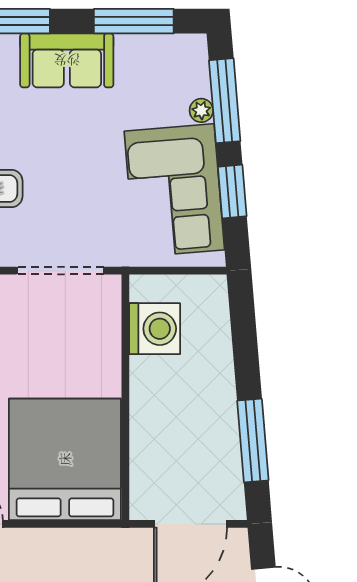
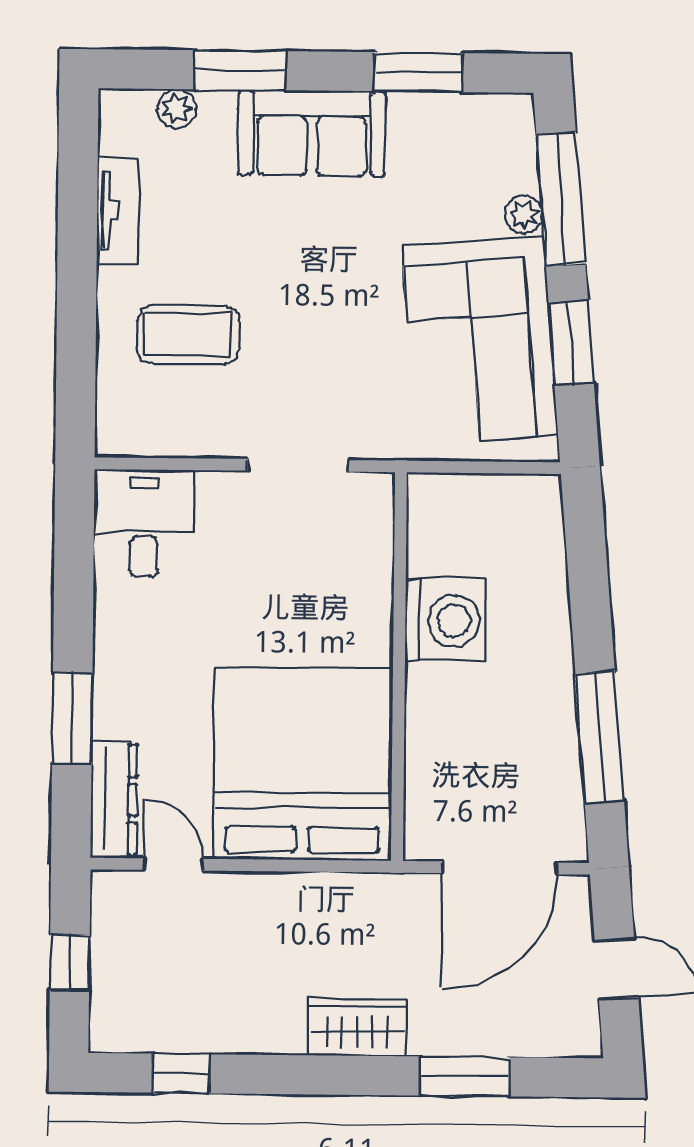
window: (134, 21) -> (418, 72), width x0.69
doorway: (60, 271) -> (298, 465), width x0.73
washing machine: (155, 329) -> (446, 621), moved

